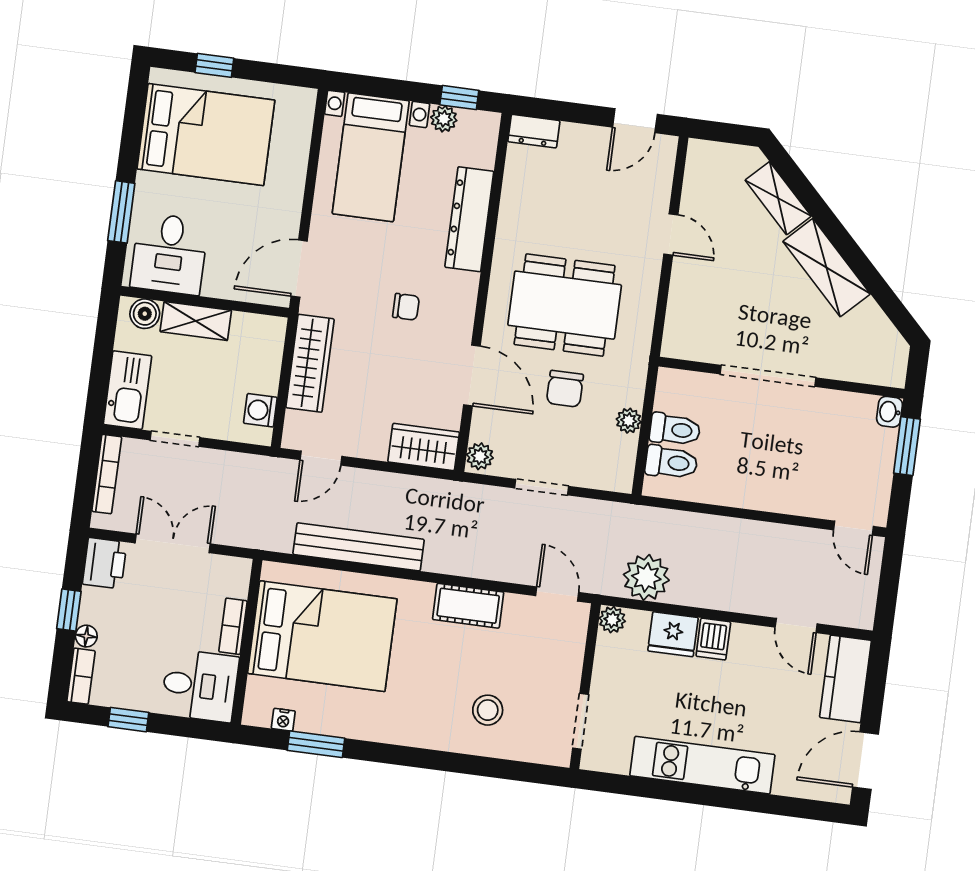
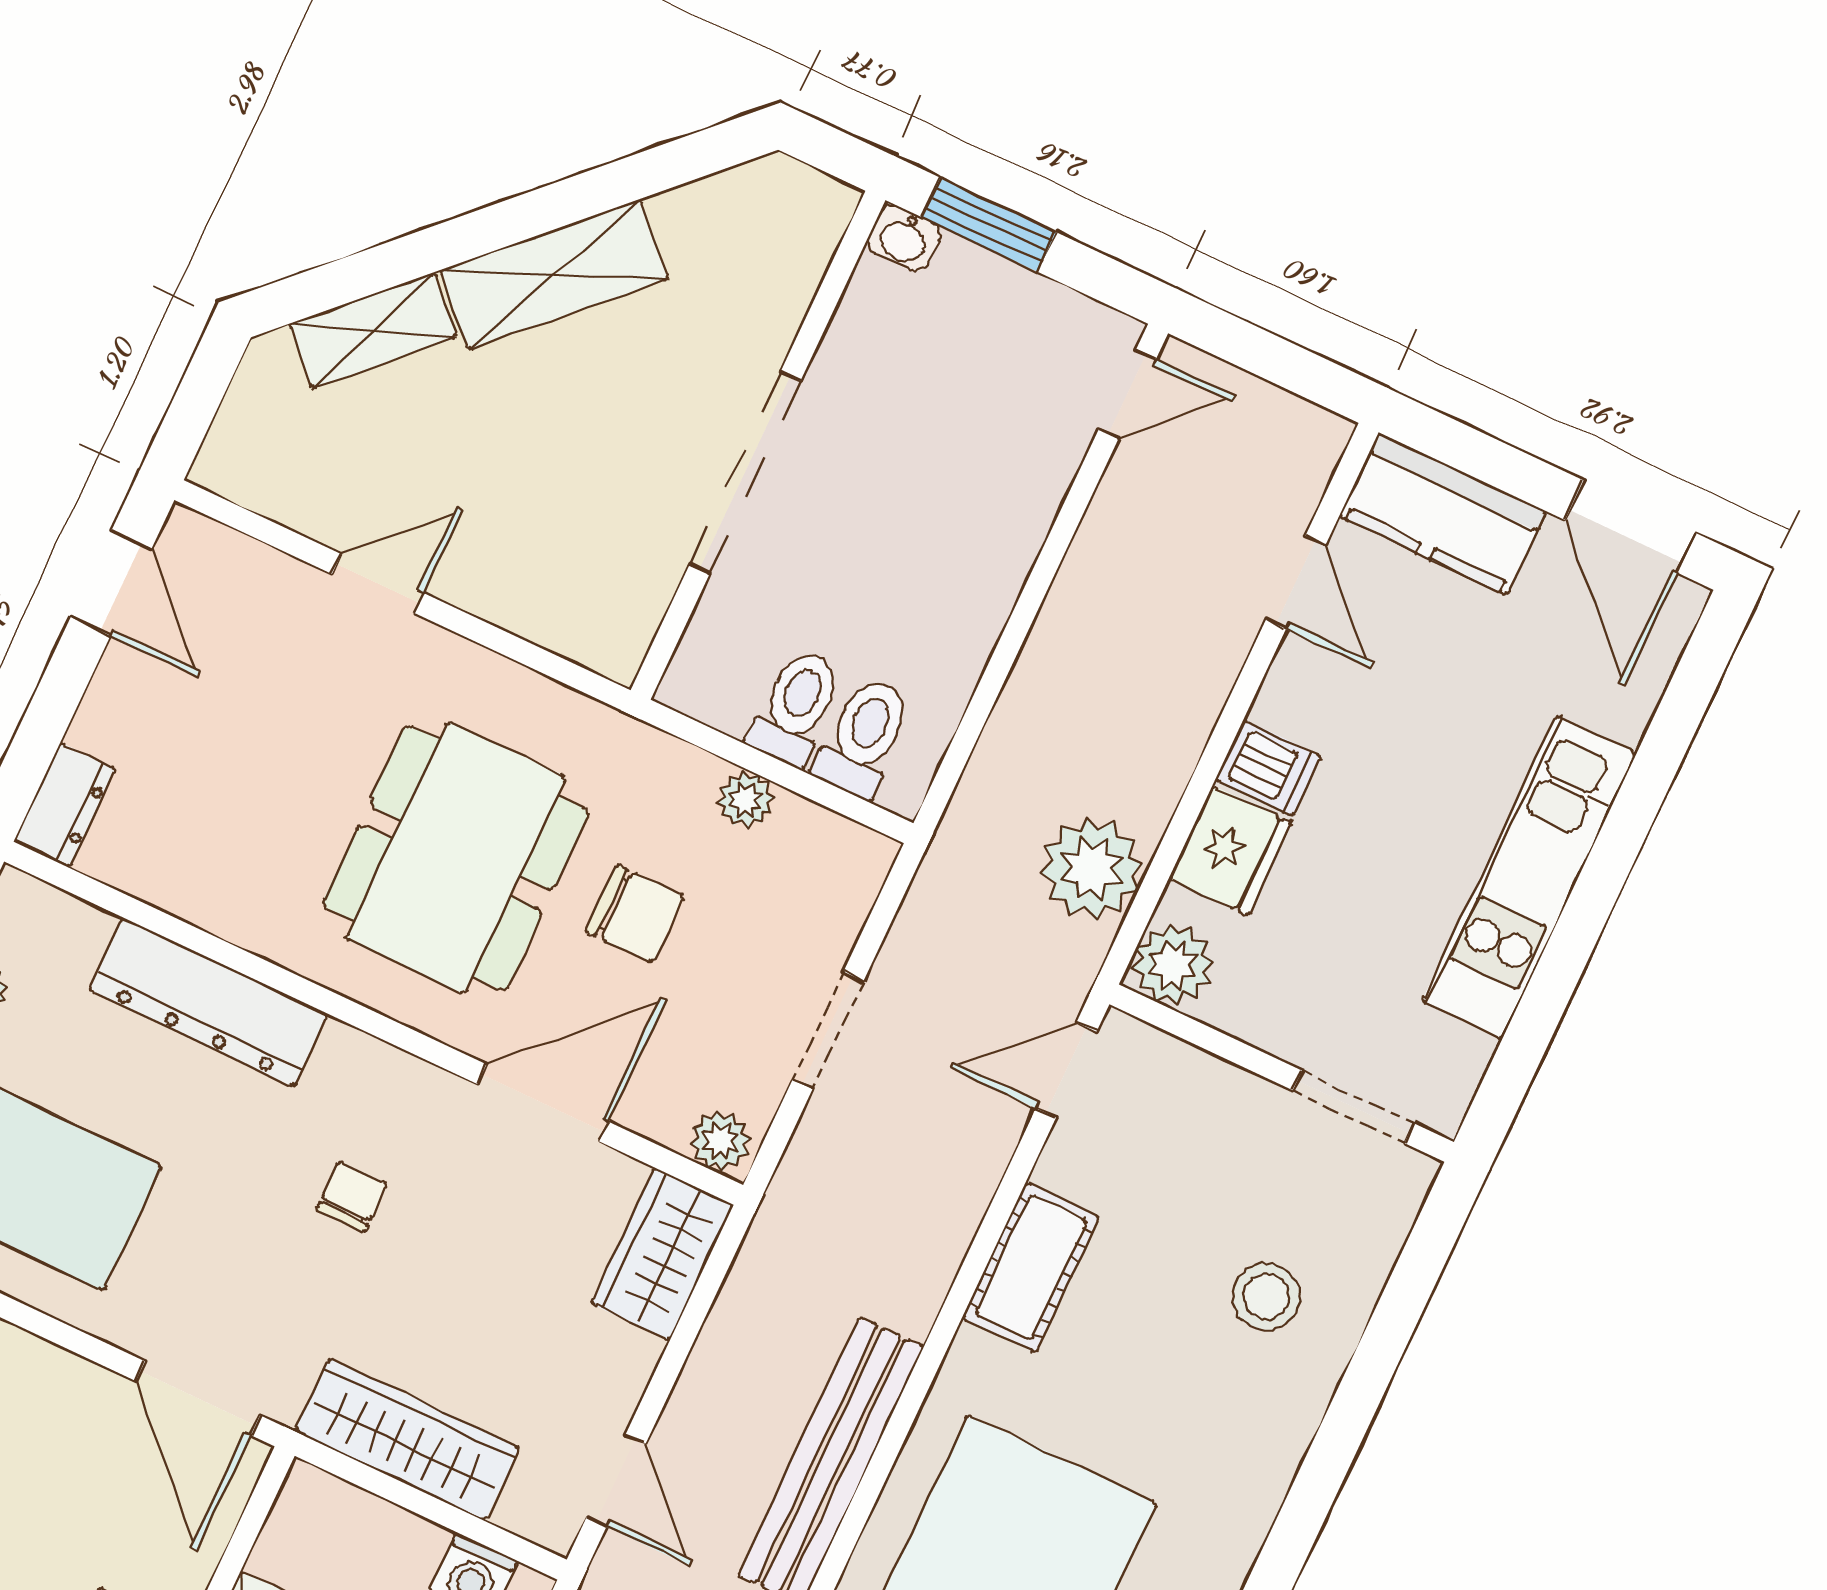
plant: (612, 620) -> (1173, 965), width x1.38, depth x1.38
door: (796, 626) -> (1296, 582), hinge flipped

